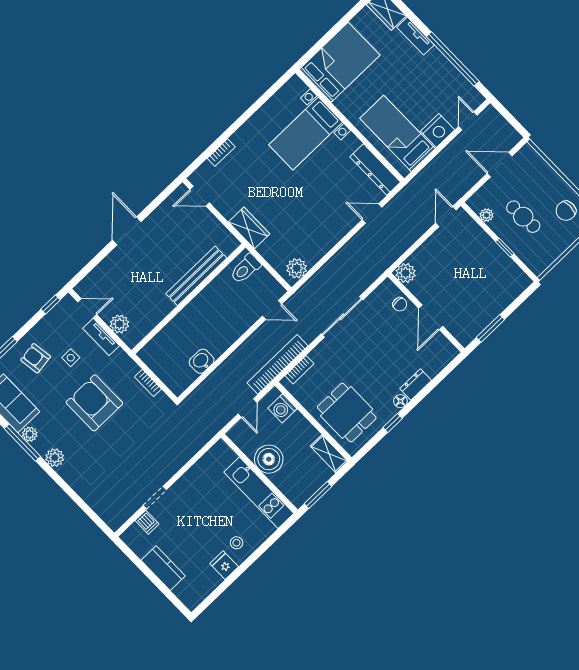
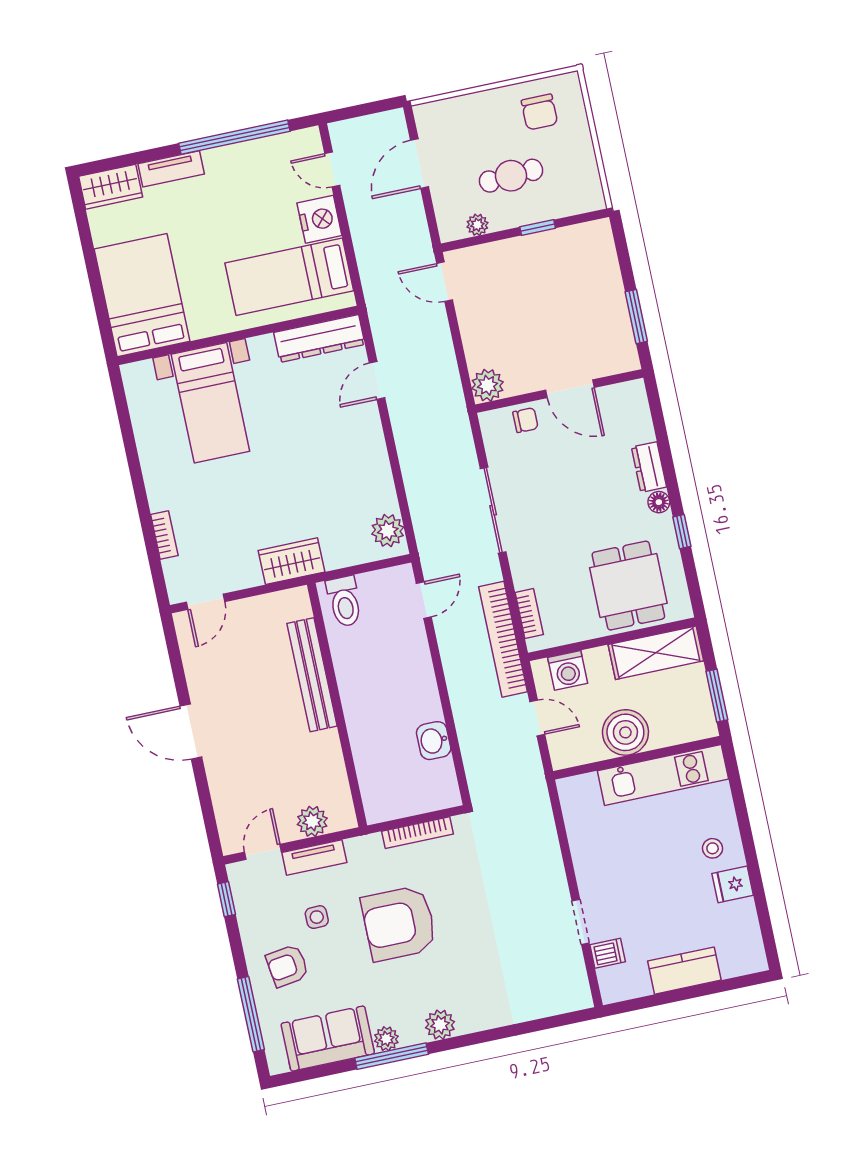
bookcase: (148, 383) -> (417, 833), width x1.56
dining table: (347, 413) -> (628, 586), turned 90
shelving: (329, 454) -> (656, 653), width x1.50, depth x1.33

